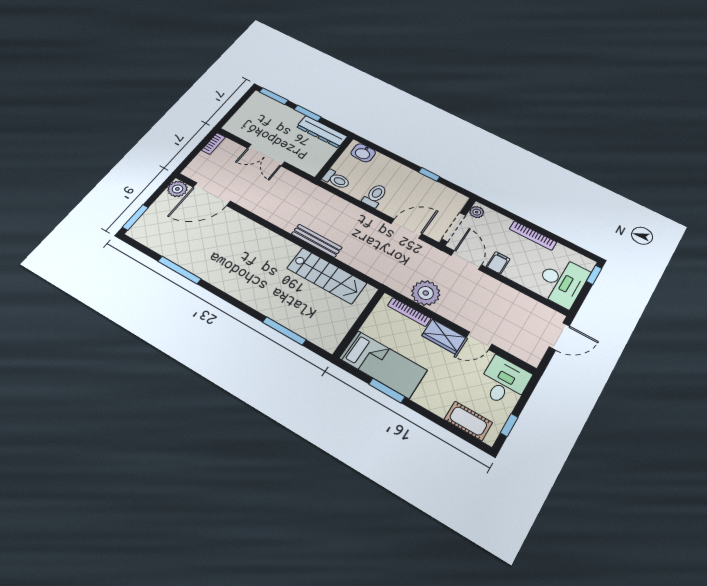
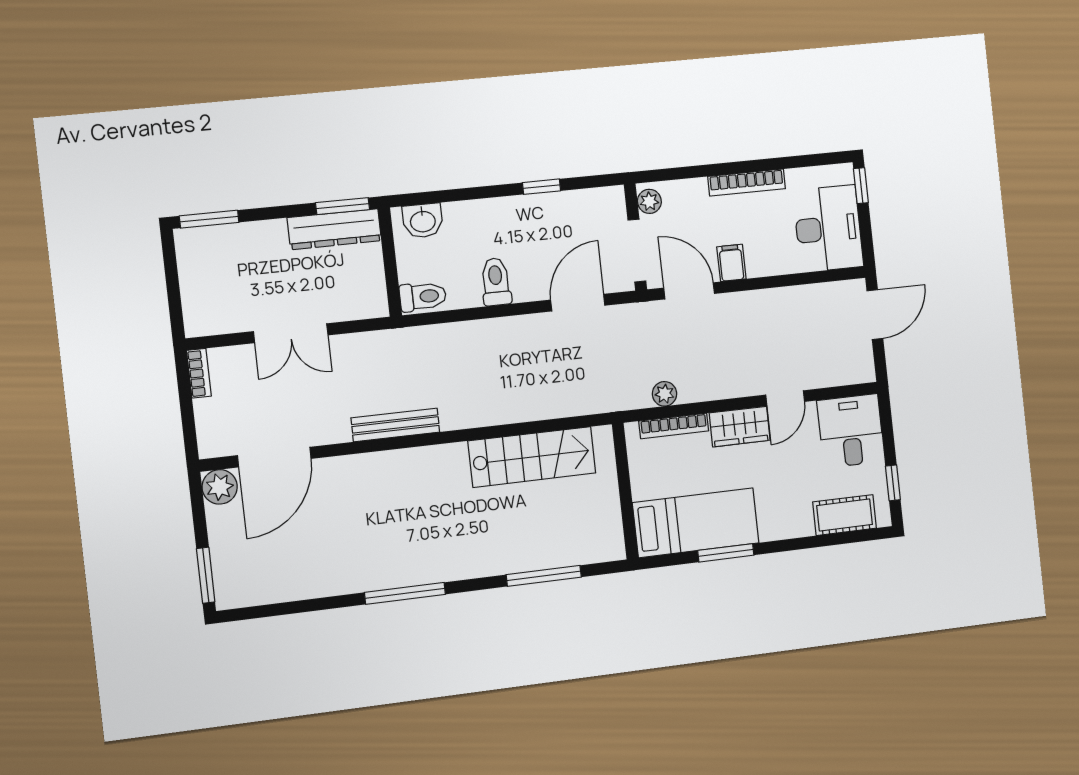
window: (308, 113) -> (343, 206), moved
bench: (317, 241) -> (395, 425), moved
window: (179, 270) -> (405, 593), moved
plant: (426, 293) -> (665, 394), width x0.53, depth x0.53

